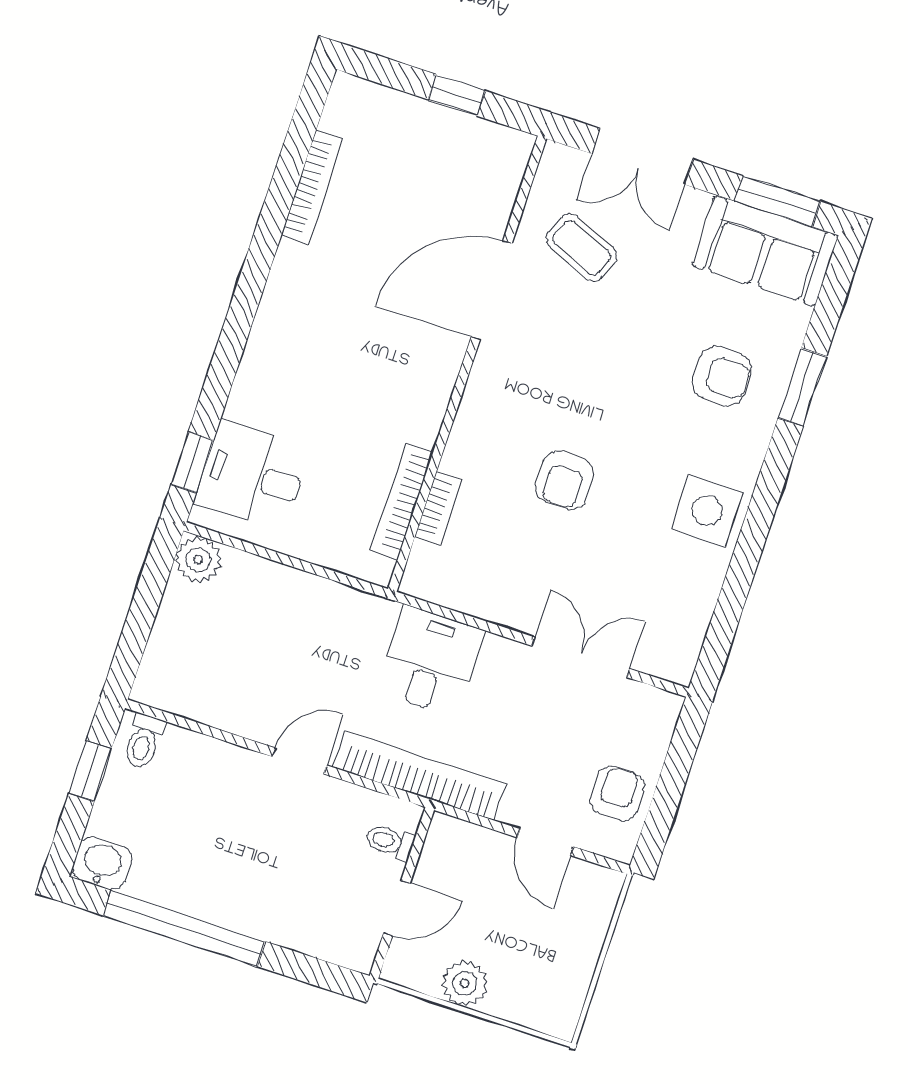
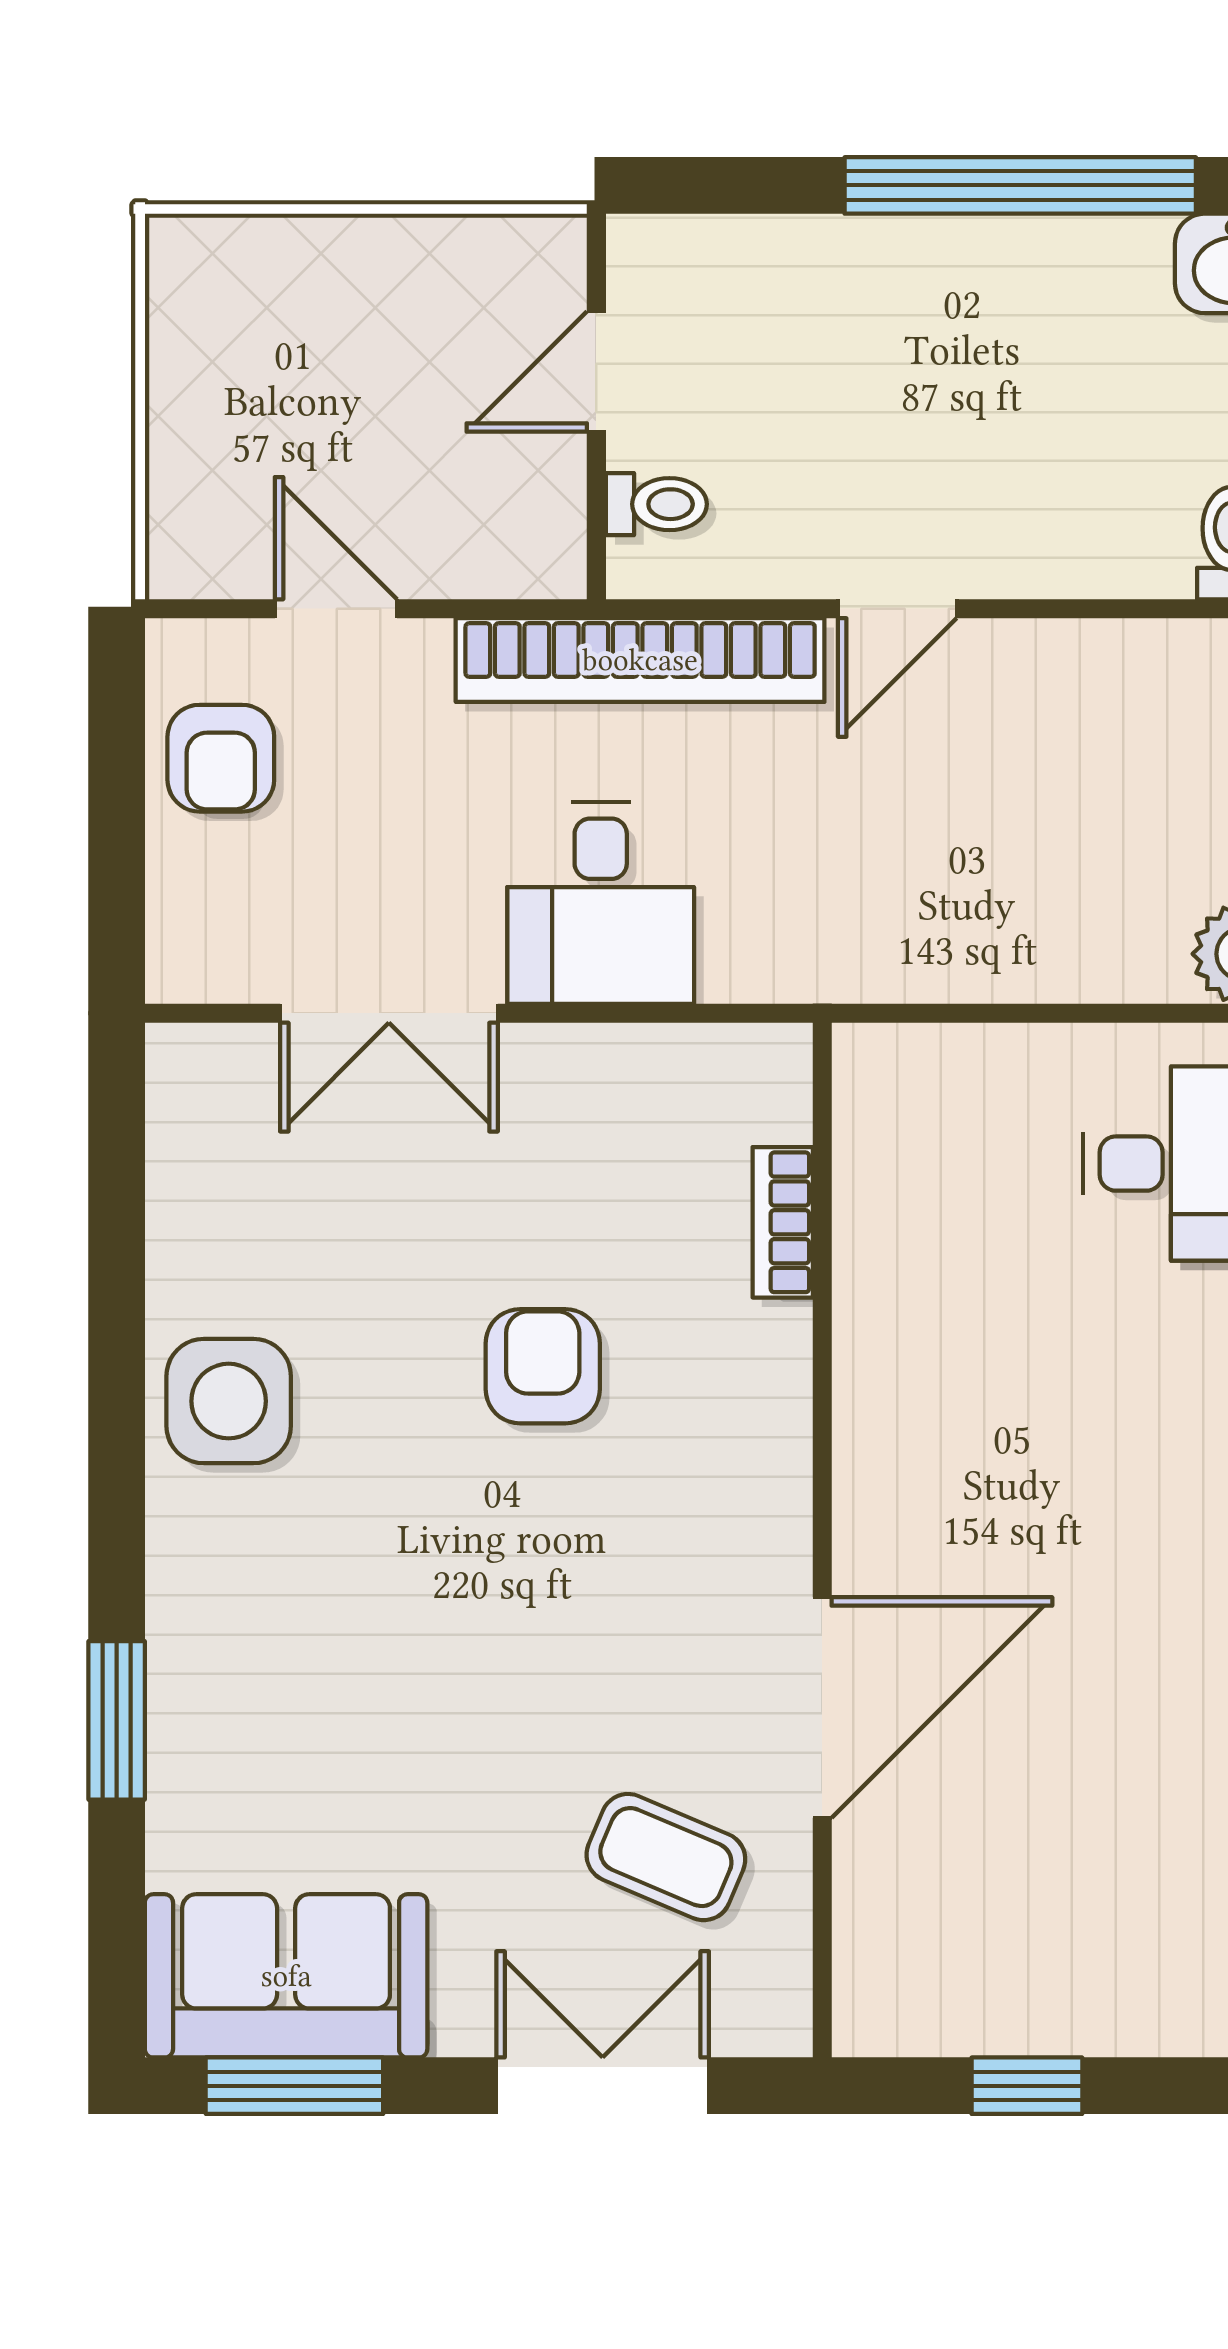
armchair: (722, 376) -> (290, 1688), removed
bookcase: (402, 501) -> (863, 1213), removed
desk: (430, 661) -> (601, 903), moved
plant: (465, 983) -> (405, 263), removed

